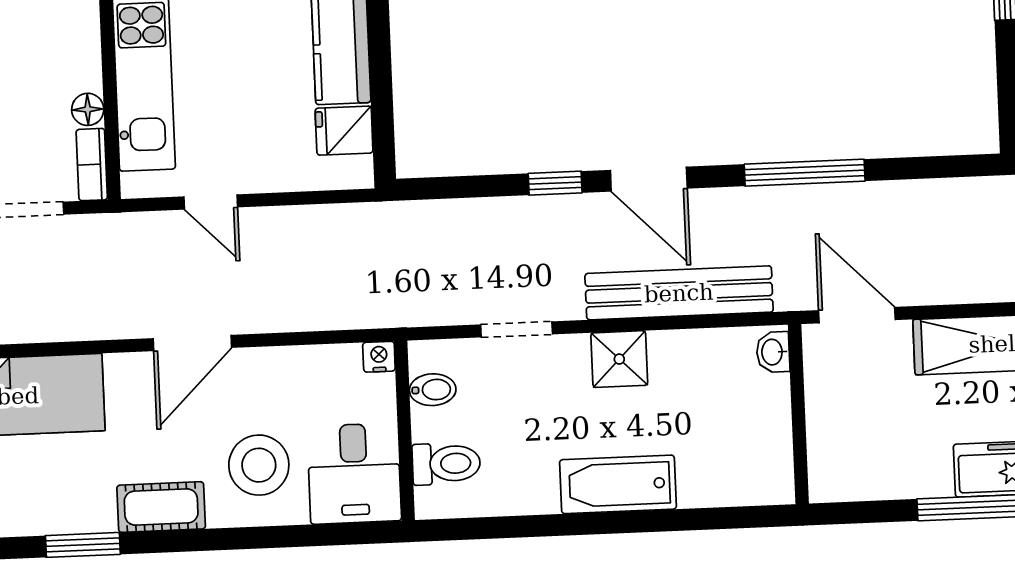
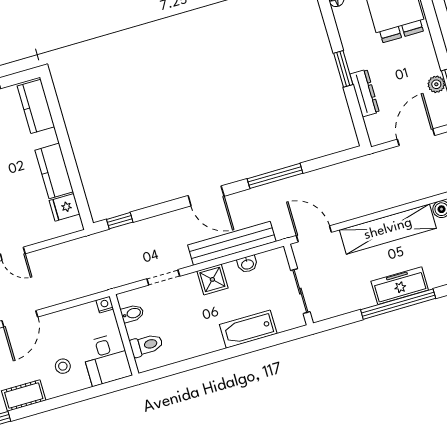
window: (555, 183) -> (120, 221), moved
washbasin: (773, 352) -> (247, 264), moved, turned -90
sliding door: (799, 429) -> (300, 291), added
stool: (259, 465) -> (63, 366), width x0.53, depth x0.53
bathtub: (618, 484) -> (248, 329), moved

